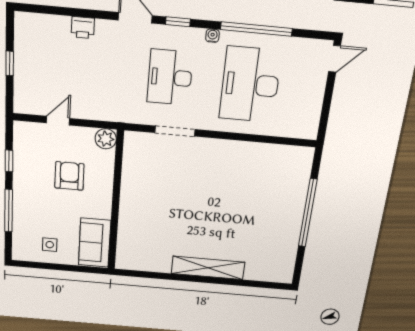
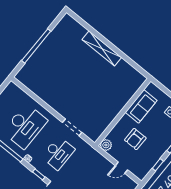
sofa: (95, 243) -> (141, 106), moved

